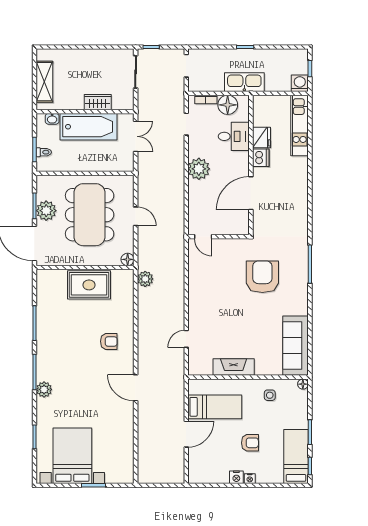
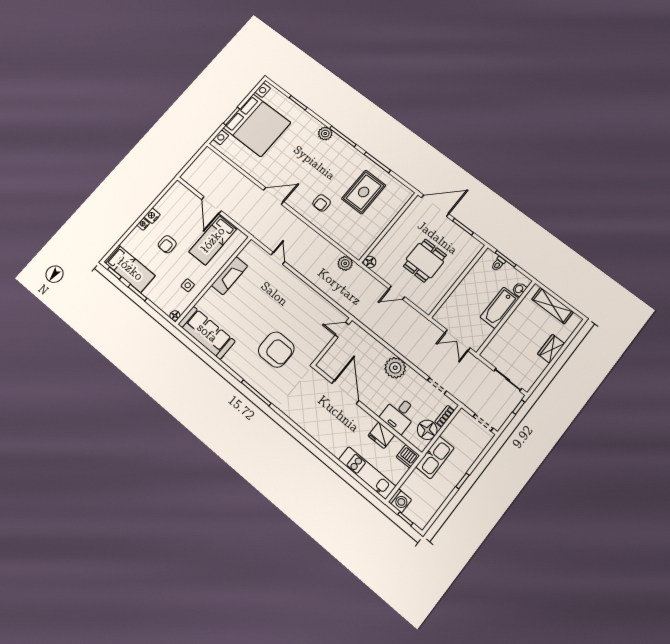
wardrobe: (98, 102) -> (551, 349), moved, turned 180
bathtub: (89, 127) -> (499, 308), width x0.73, depth x0.73
dishwasher: (261, 158) -> (408, 456), moved
plant: (46, 211) -> (453, 232), removed
dining table: (90, 215) -> (425, 261), width x0.53, depth x0.80
rug: (89, 285) -> (364, 192), moved
bed with nightstands: (72, 456) -> (257, 125), width x1.36

